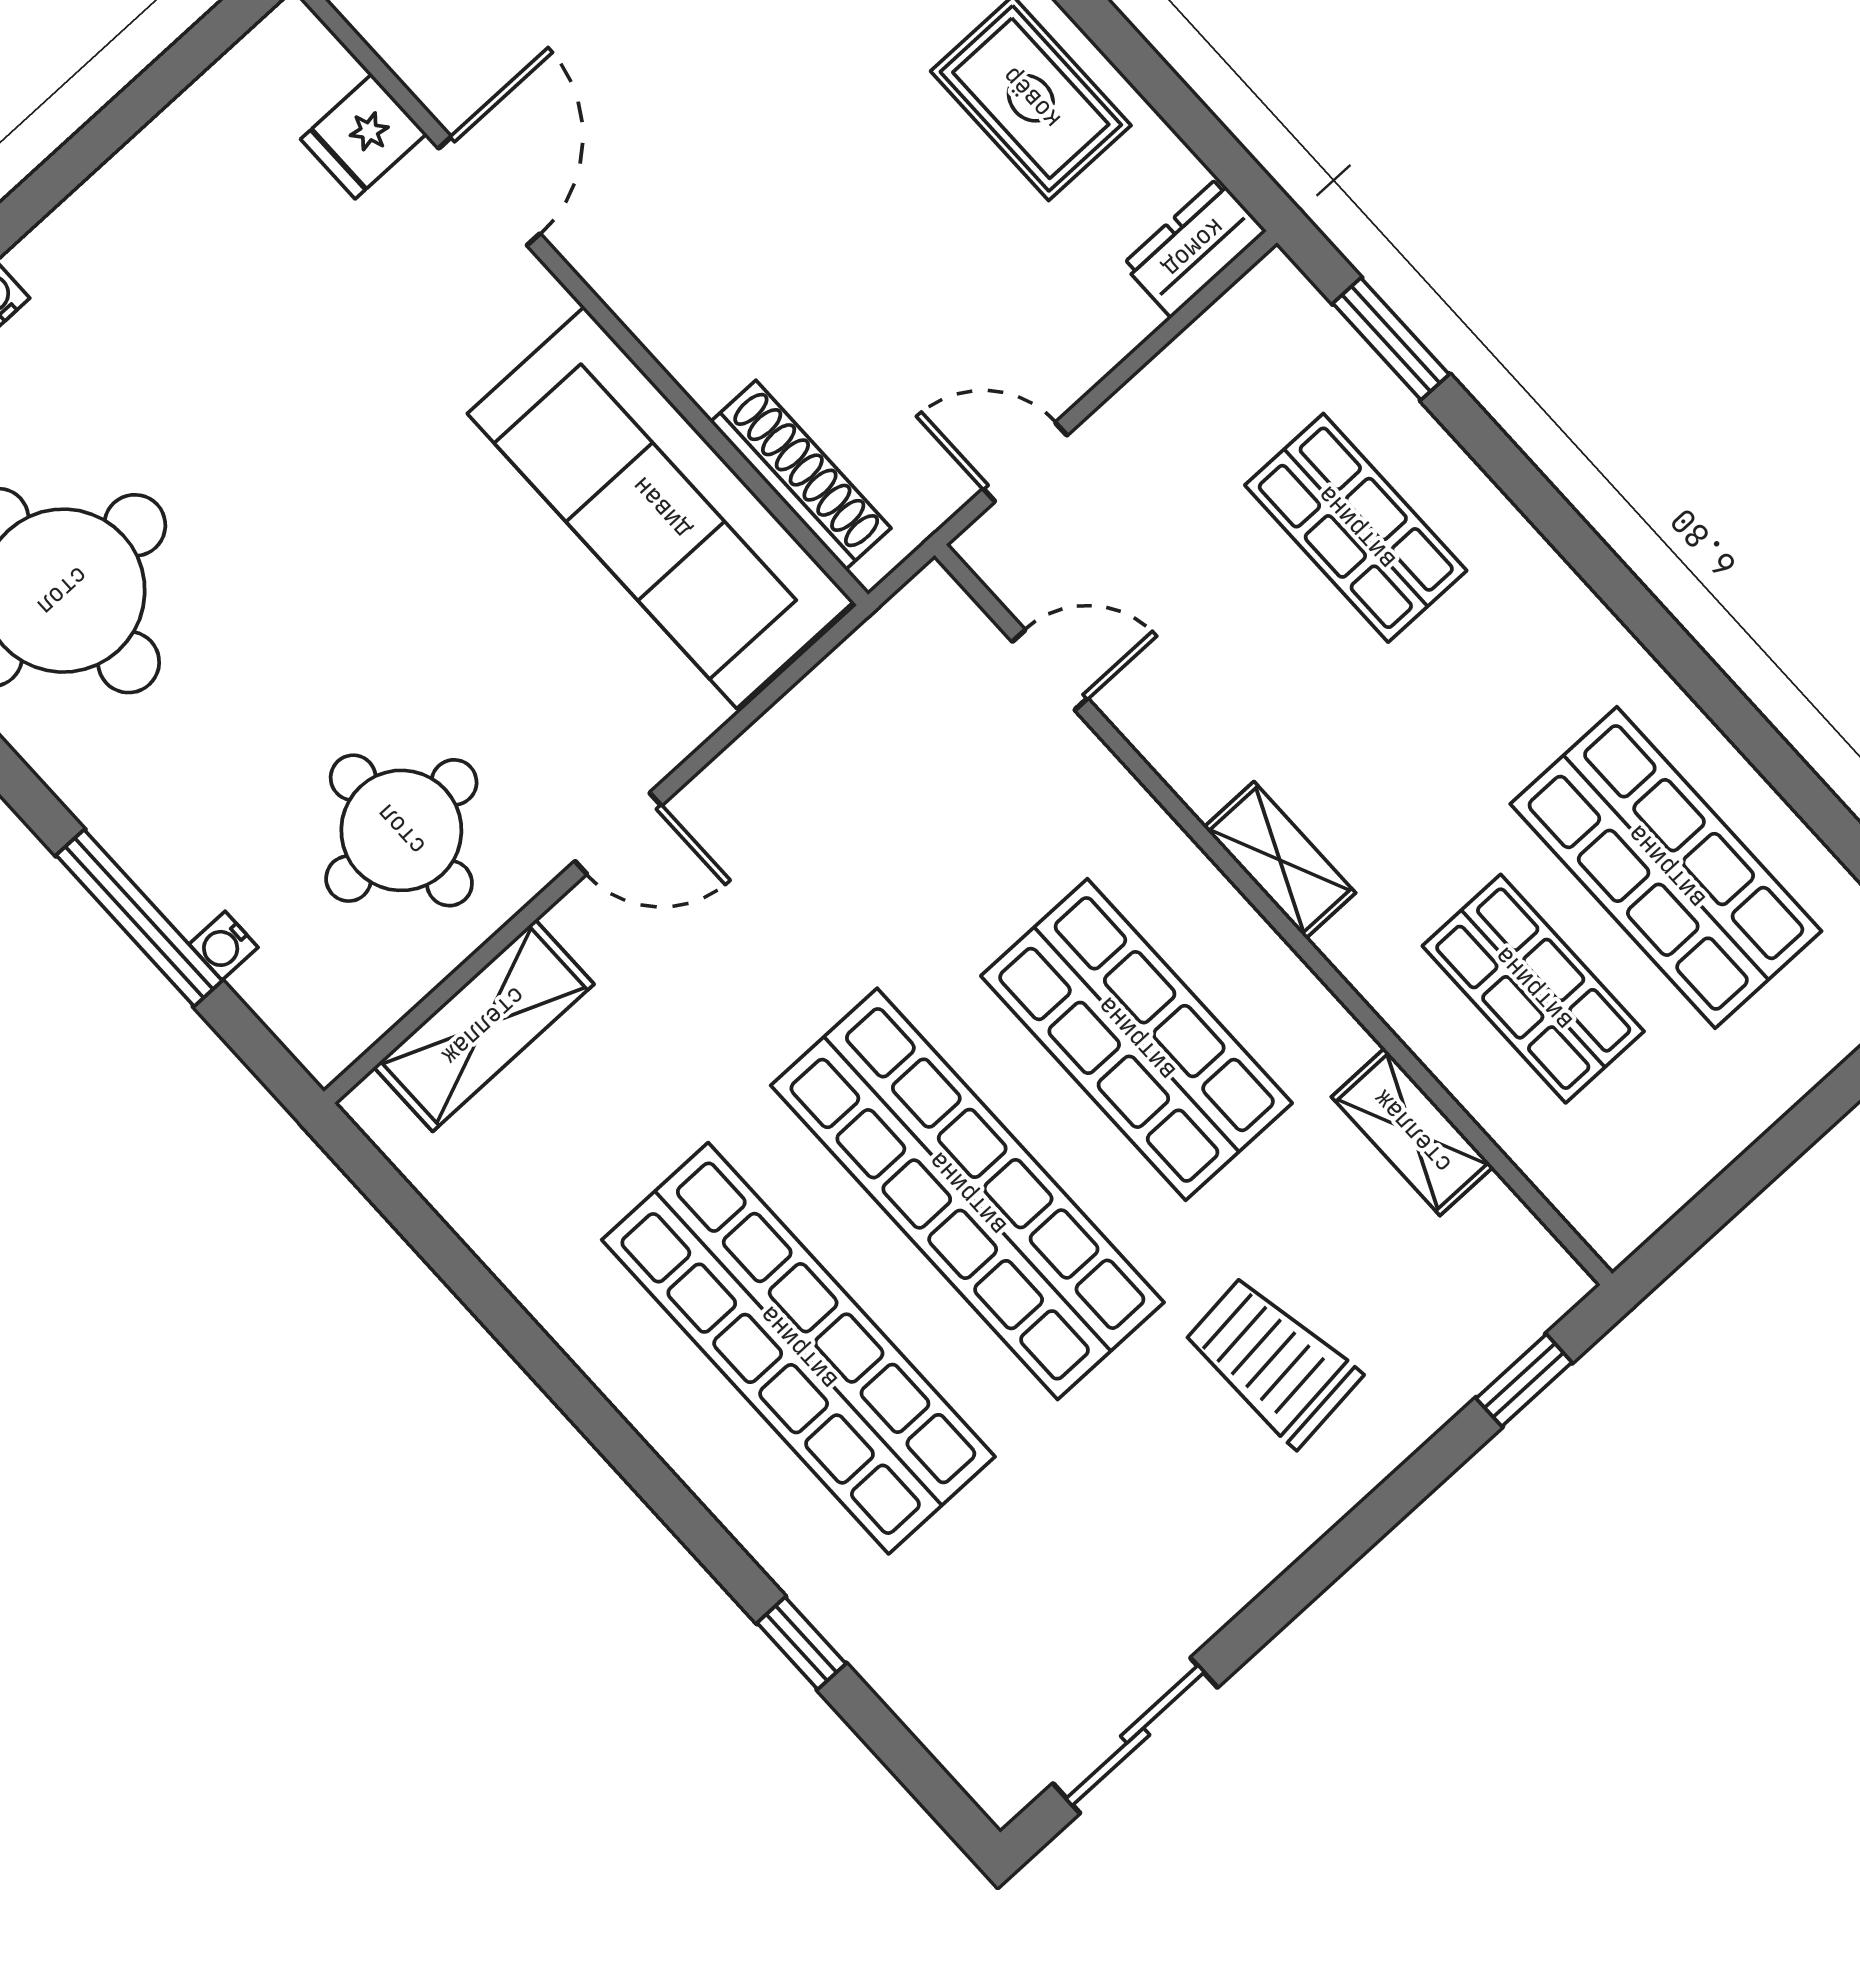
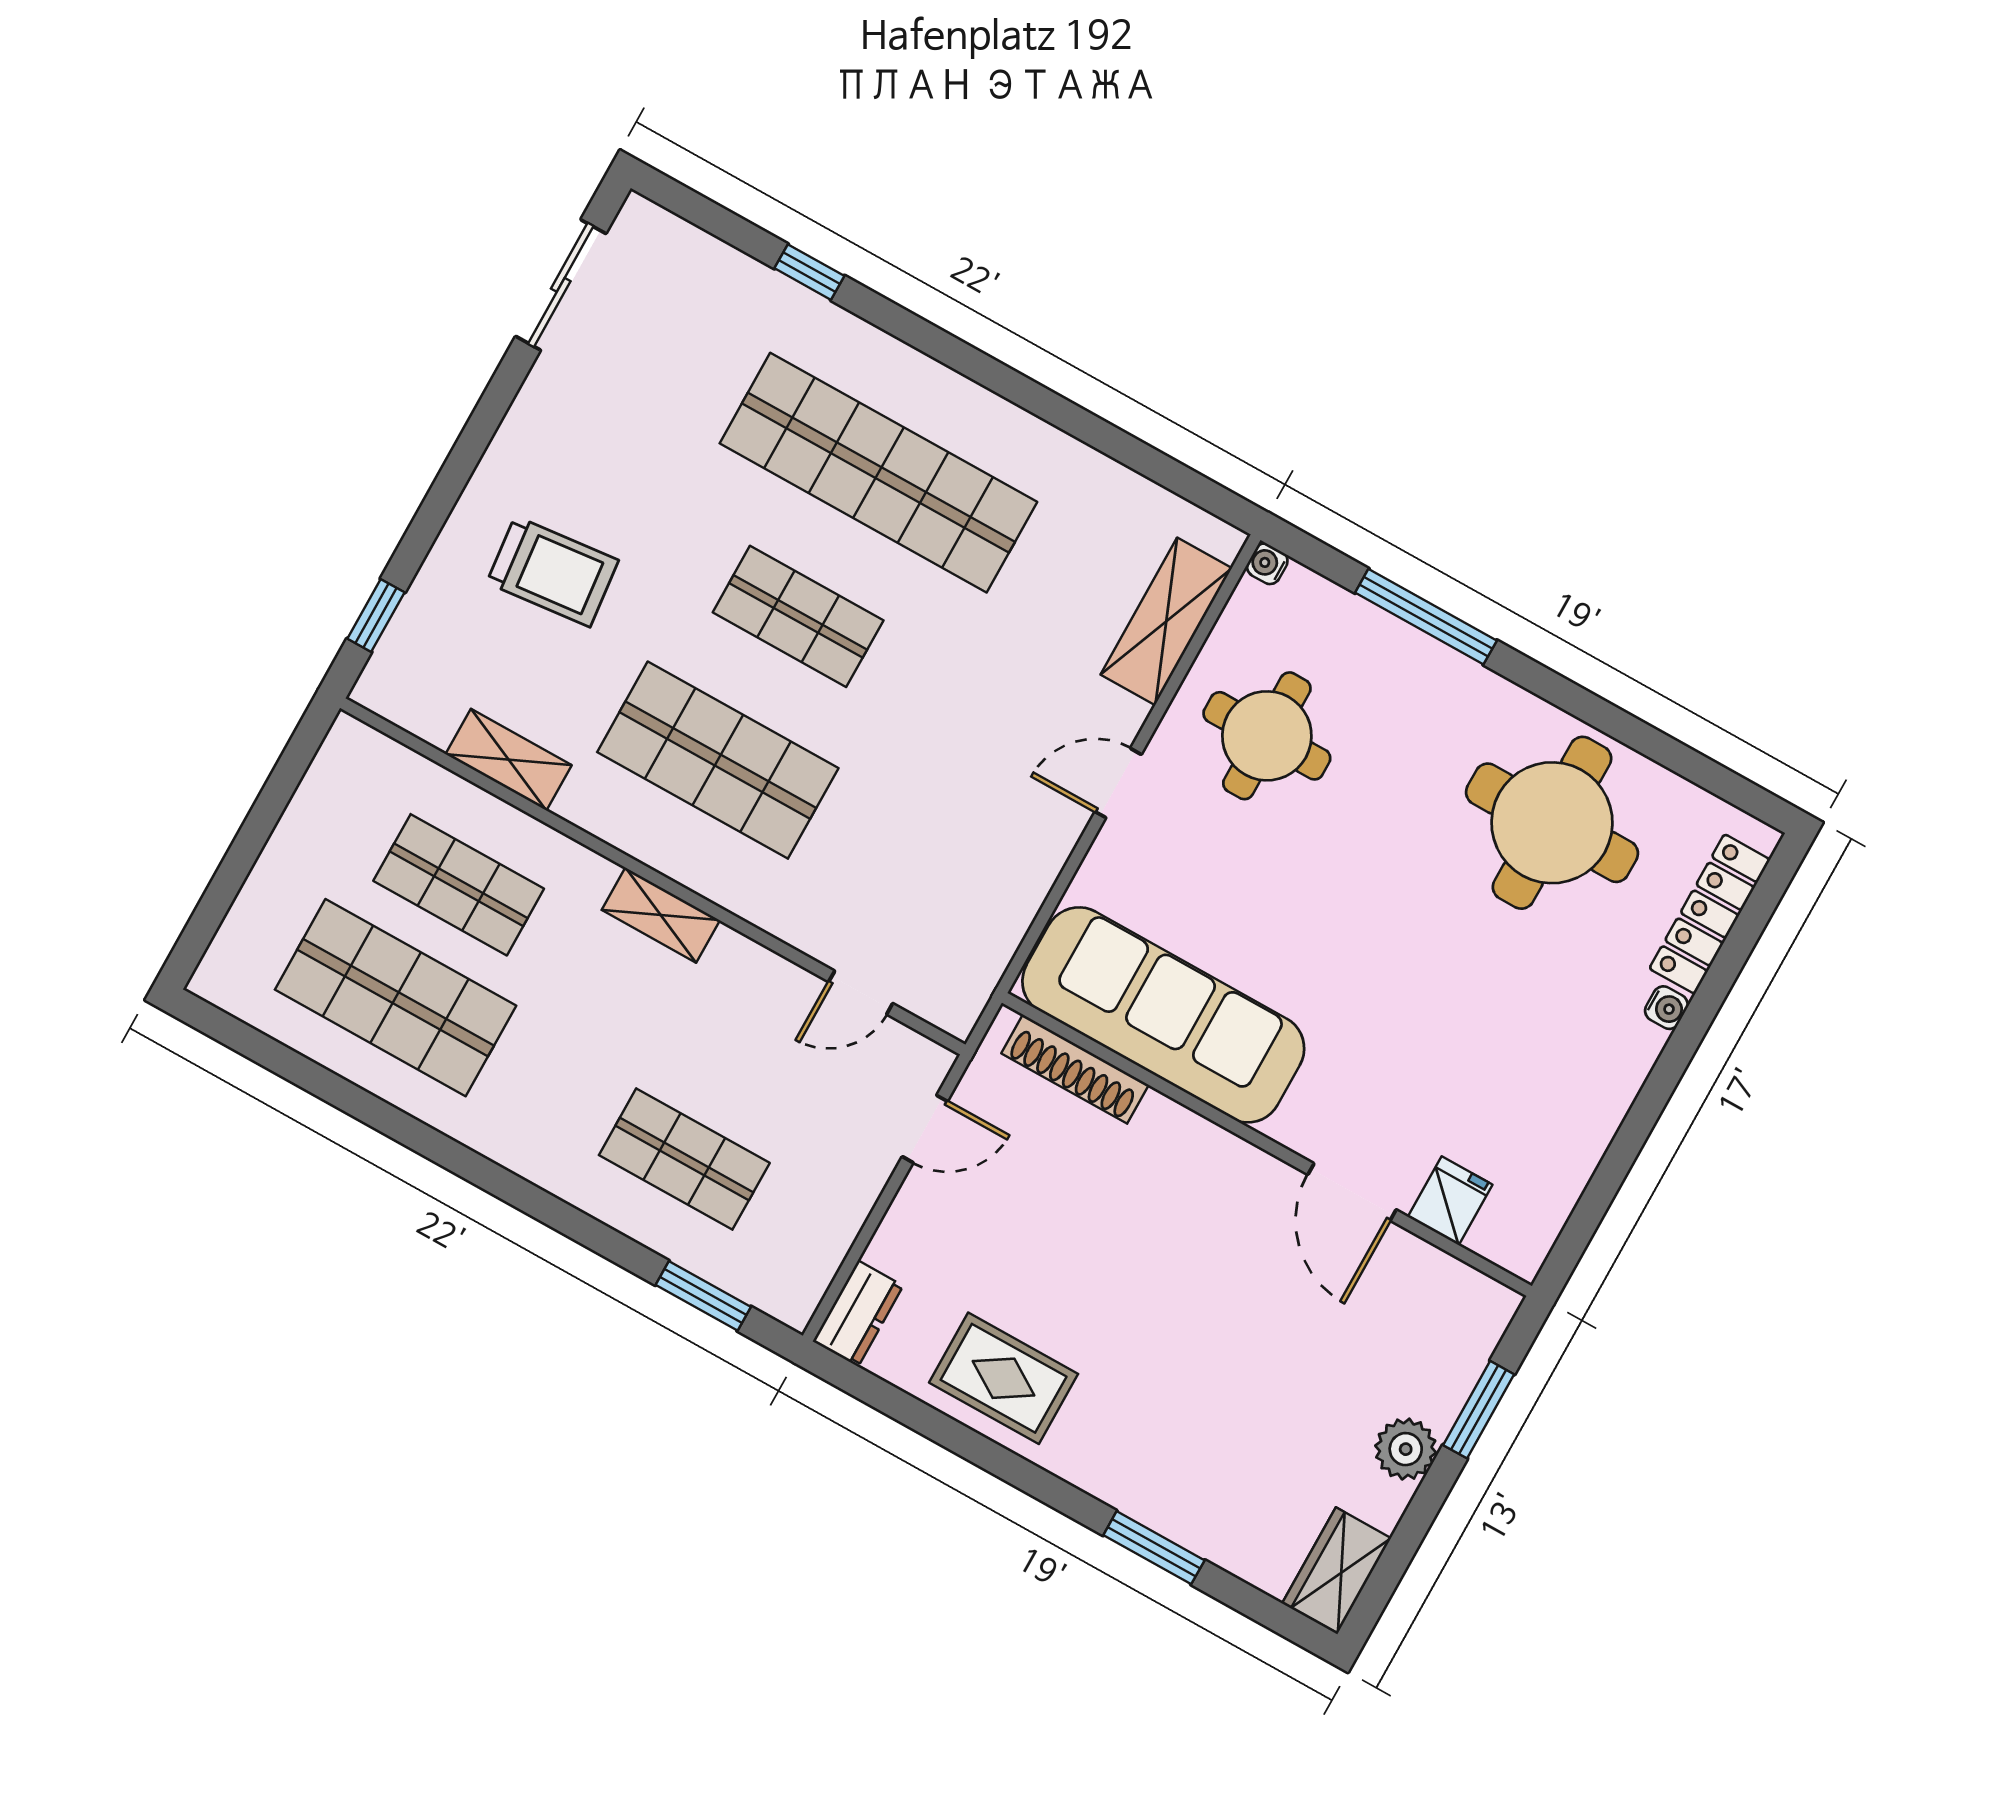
water cooler: (224, 946) -> (1267, 564), moved, turned -90
shop shelf: (967, 1194) -> (798, 616), width x0.50, depth x0.74

